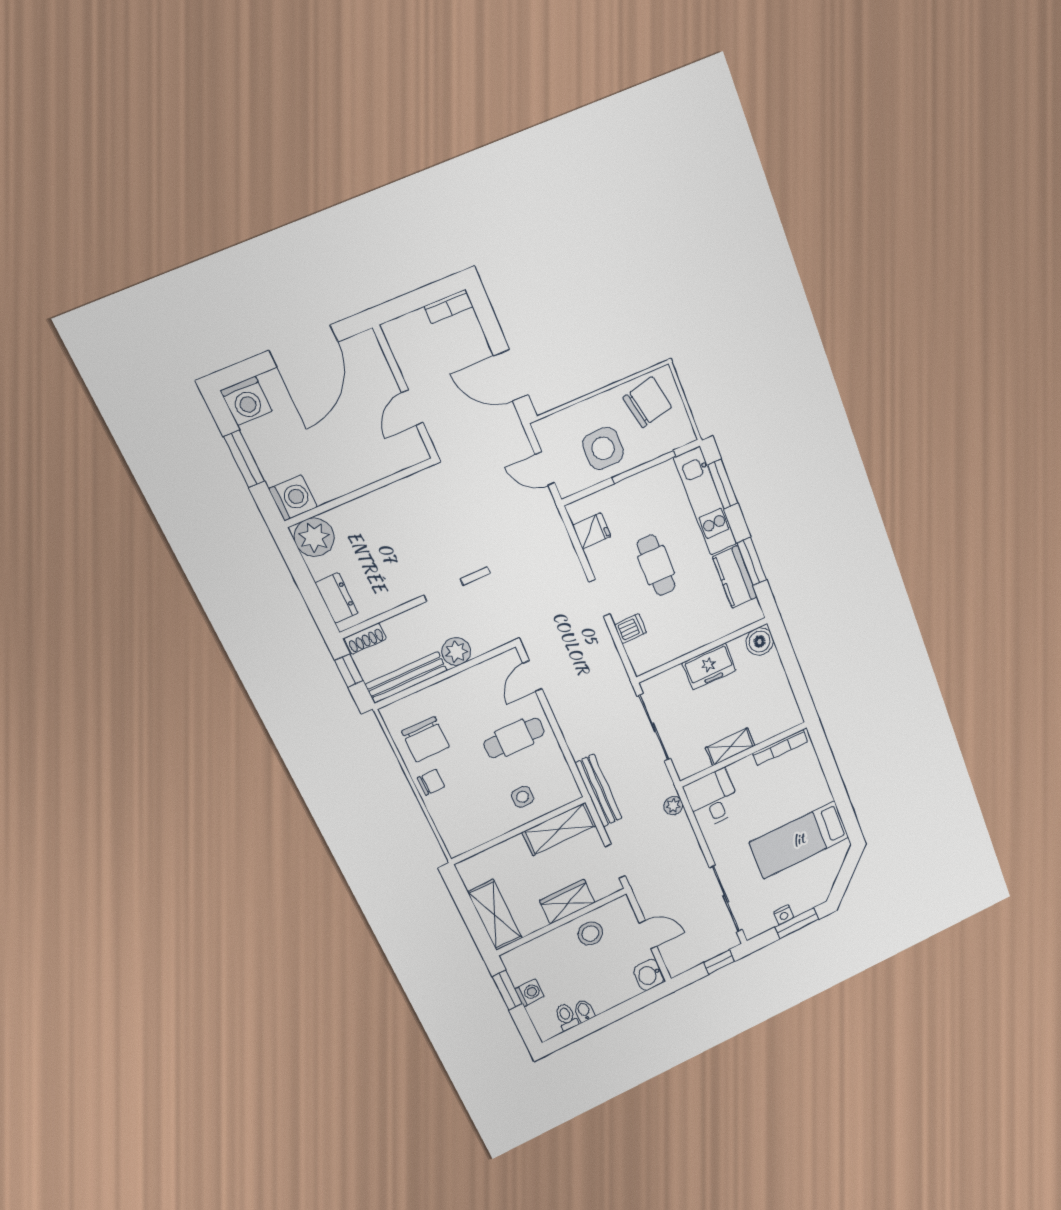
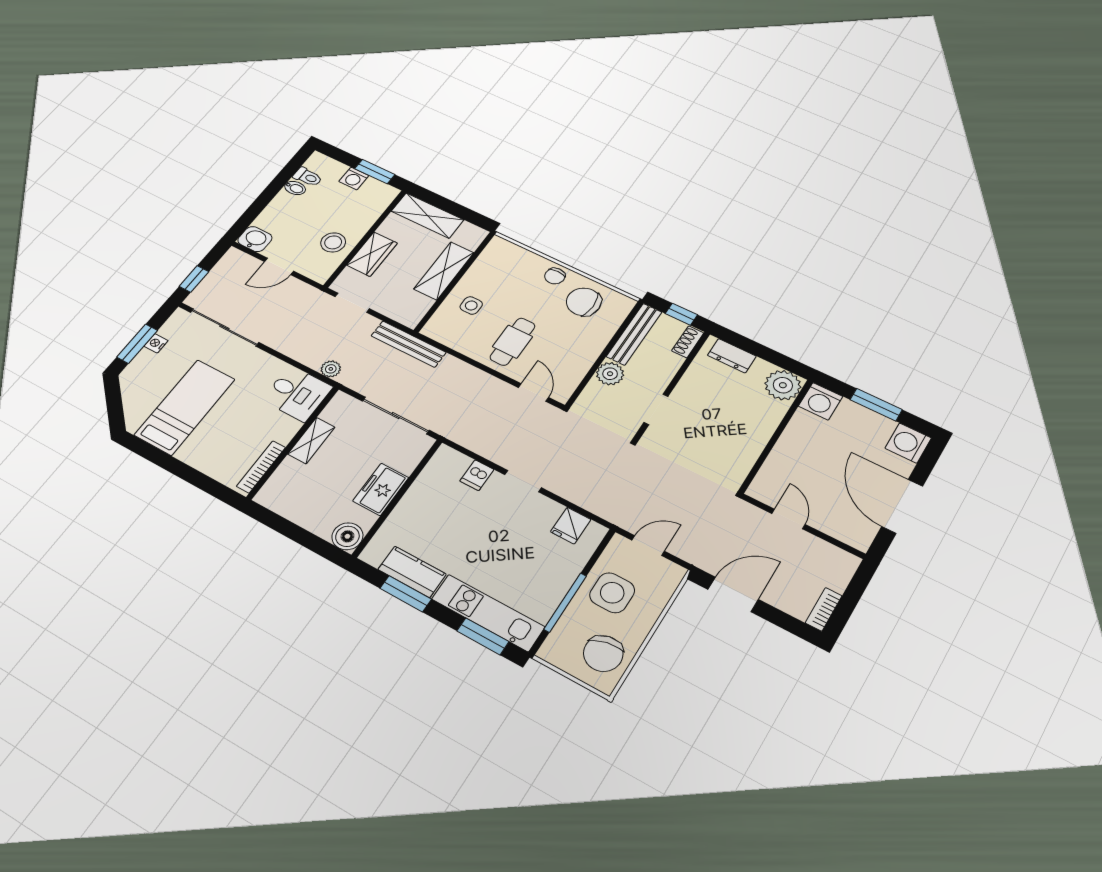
cafe table: (656, 565) -> (493, 536), removed
shelving: (559, 829) -> (444, 271), moved

